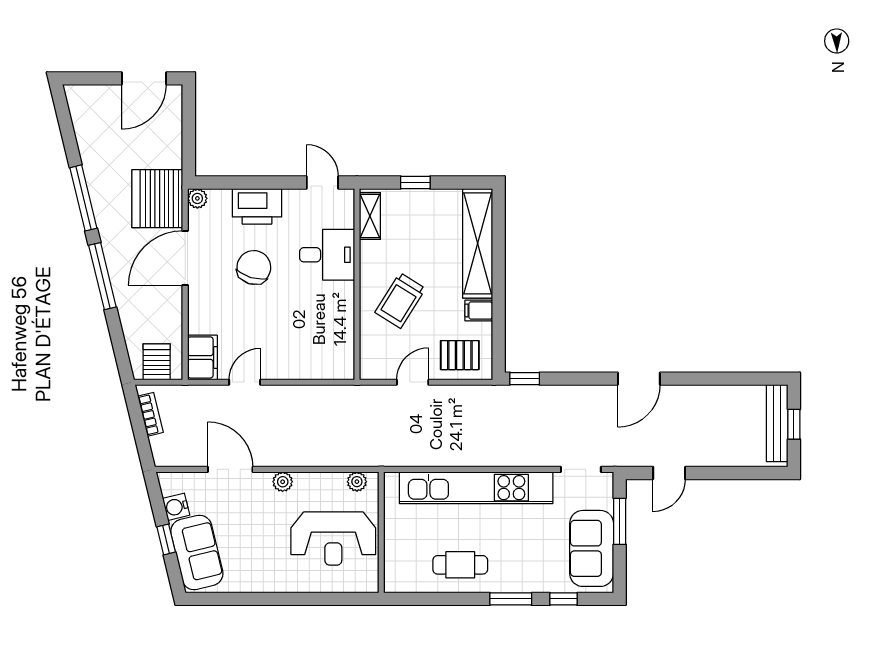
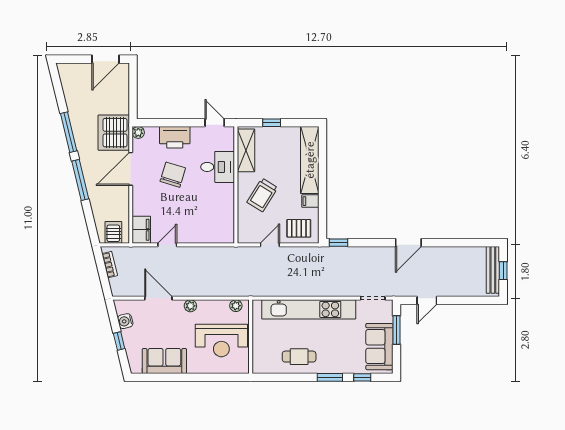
shelving: (370, 216) -> (246, 150), width x1.50, depth x1.33
sofa: (197, 552) -> (164, 361), moved, turned -76

